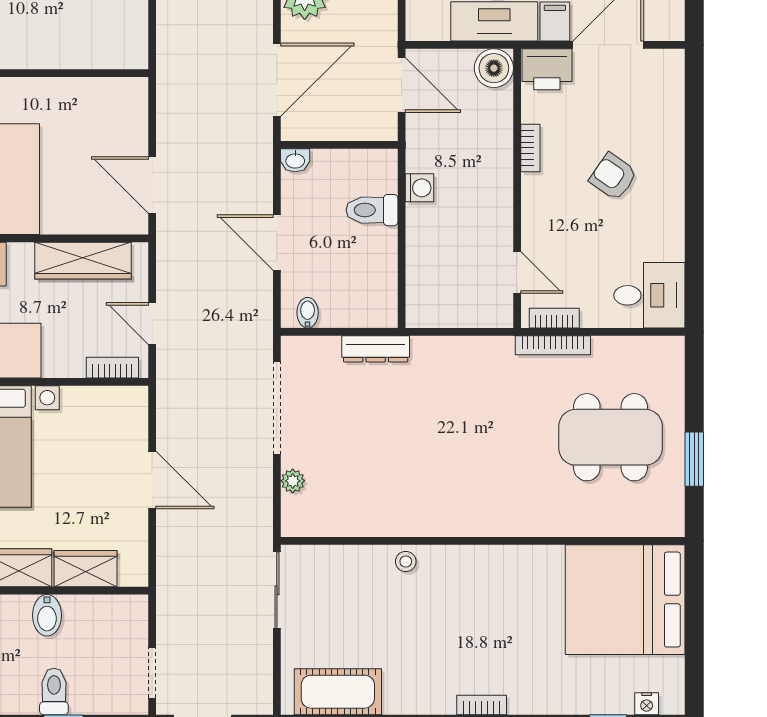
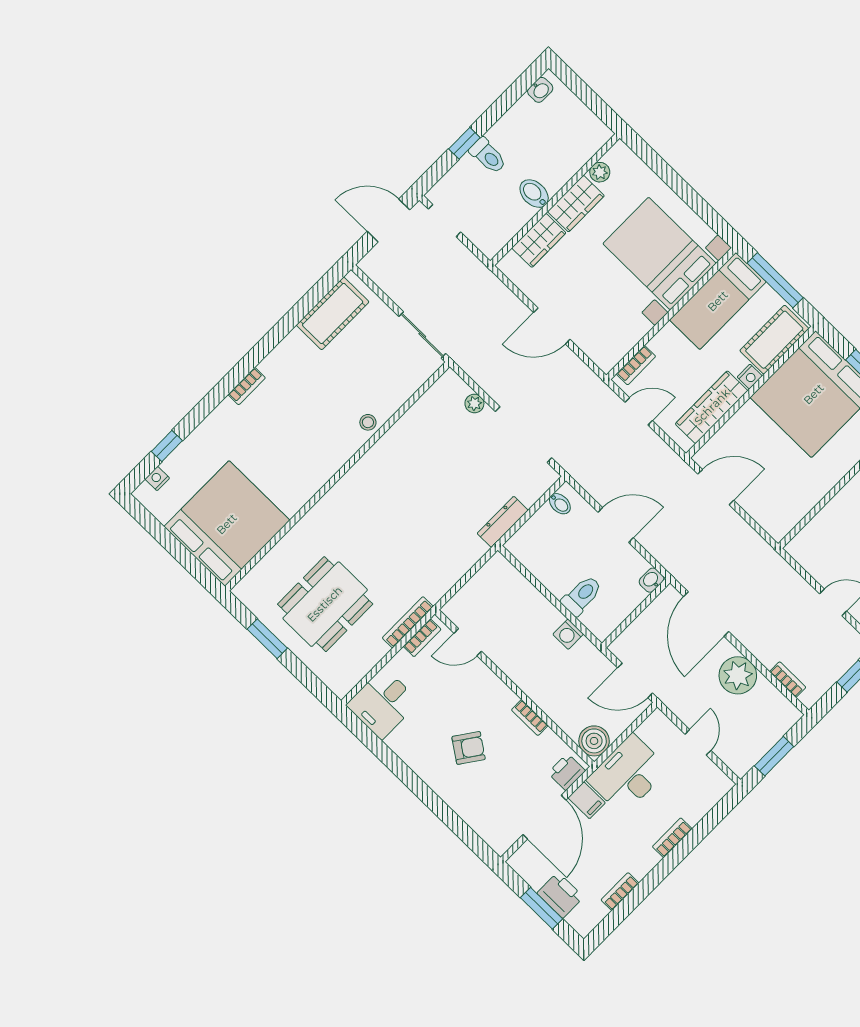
printer: (547, 69) -> (567, 772), width x0.73, depth x0.81
nightstand: (20, 253) -> (750, 377), added

